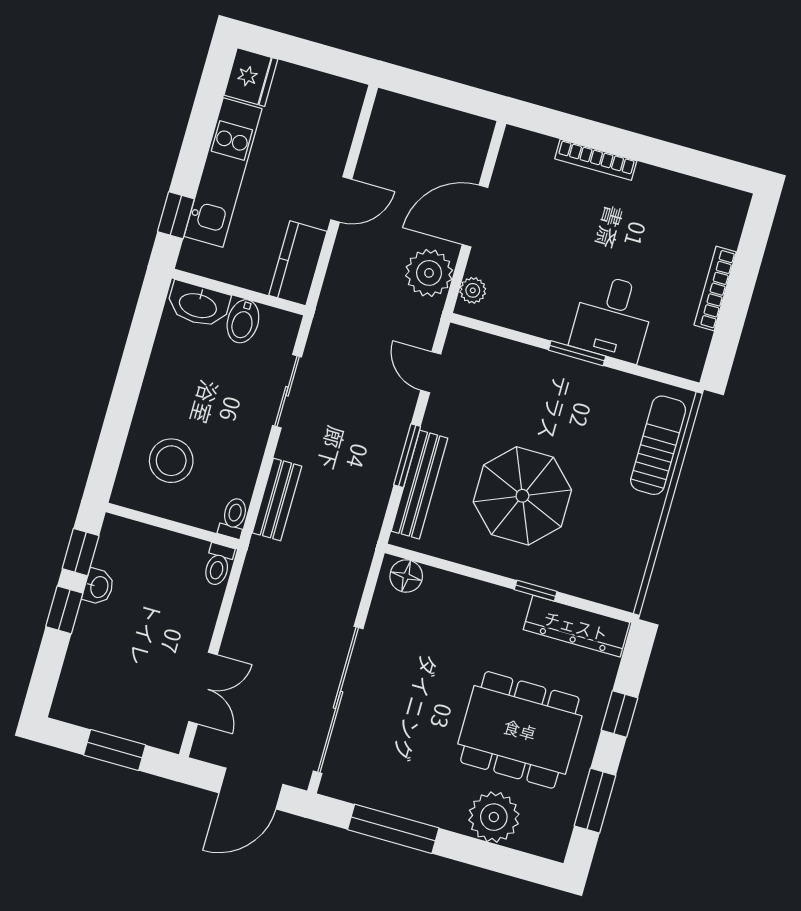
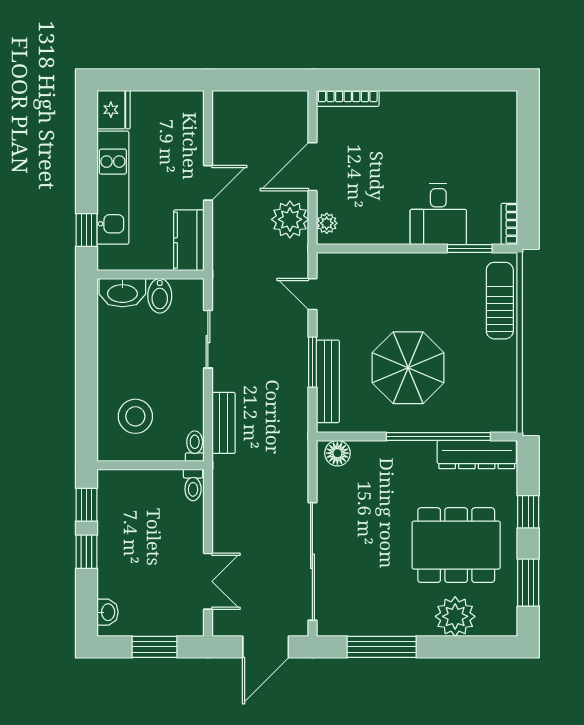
bookcase: (596, 160) -> (348, 98), moved
bookcase: (715, 288) -> (509, 224), moved, width x0.64
window: (577, 353) -> (470, 248), moved
washbasin: (99, 587) -> (107, 612), moved
window: (536, 591) -> (438, 437), width x3.17

